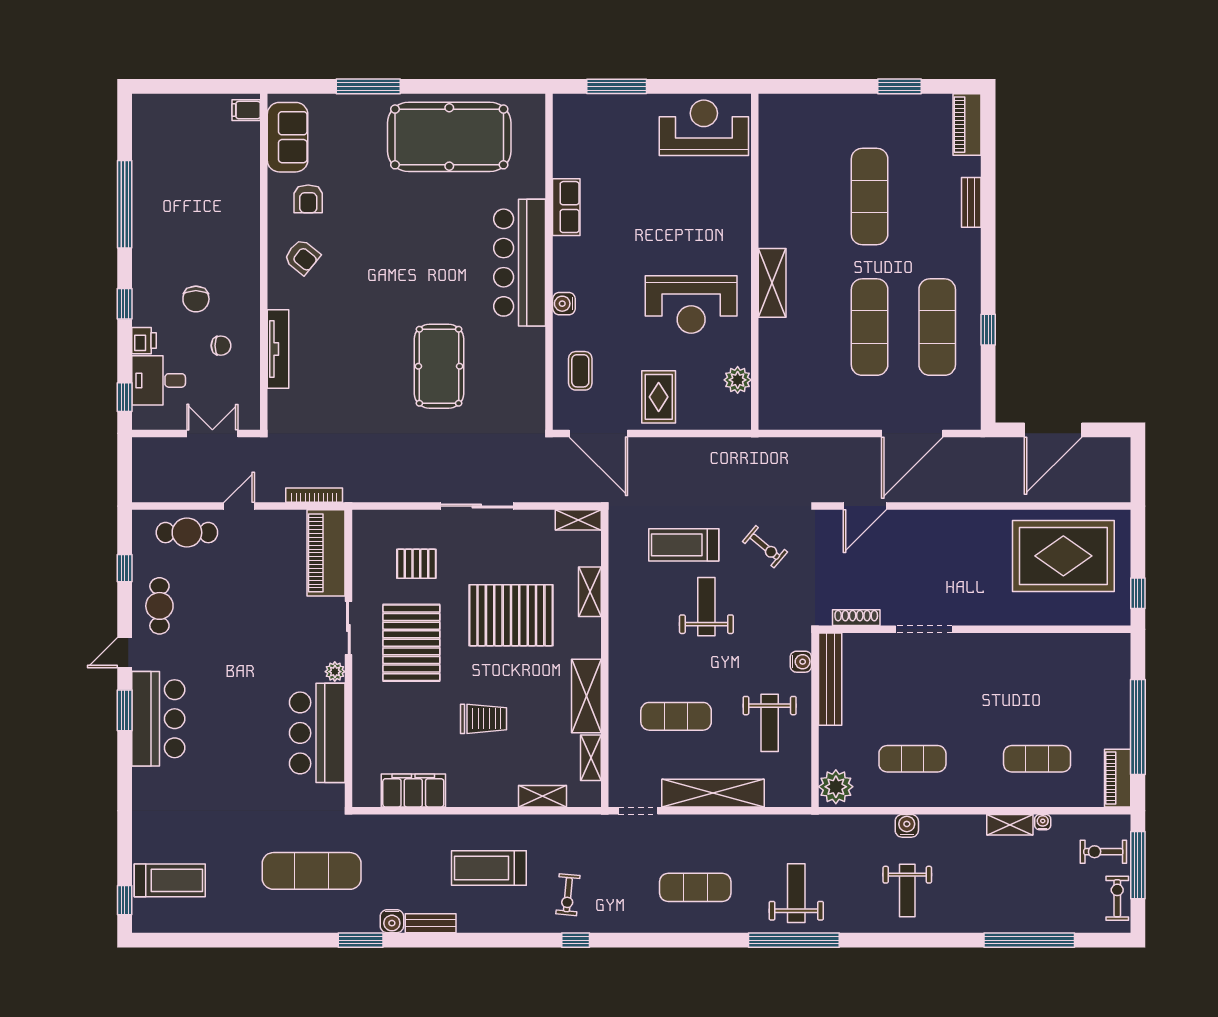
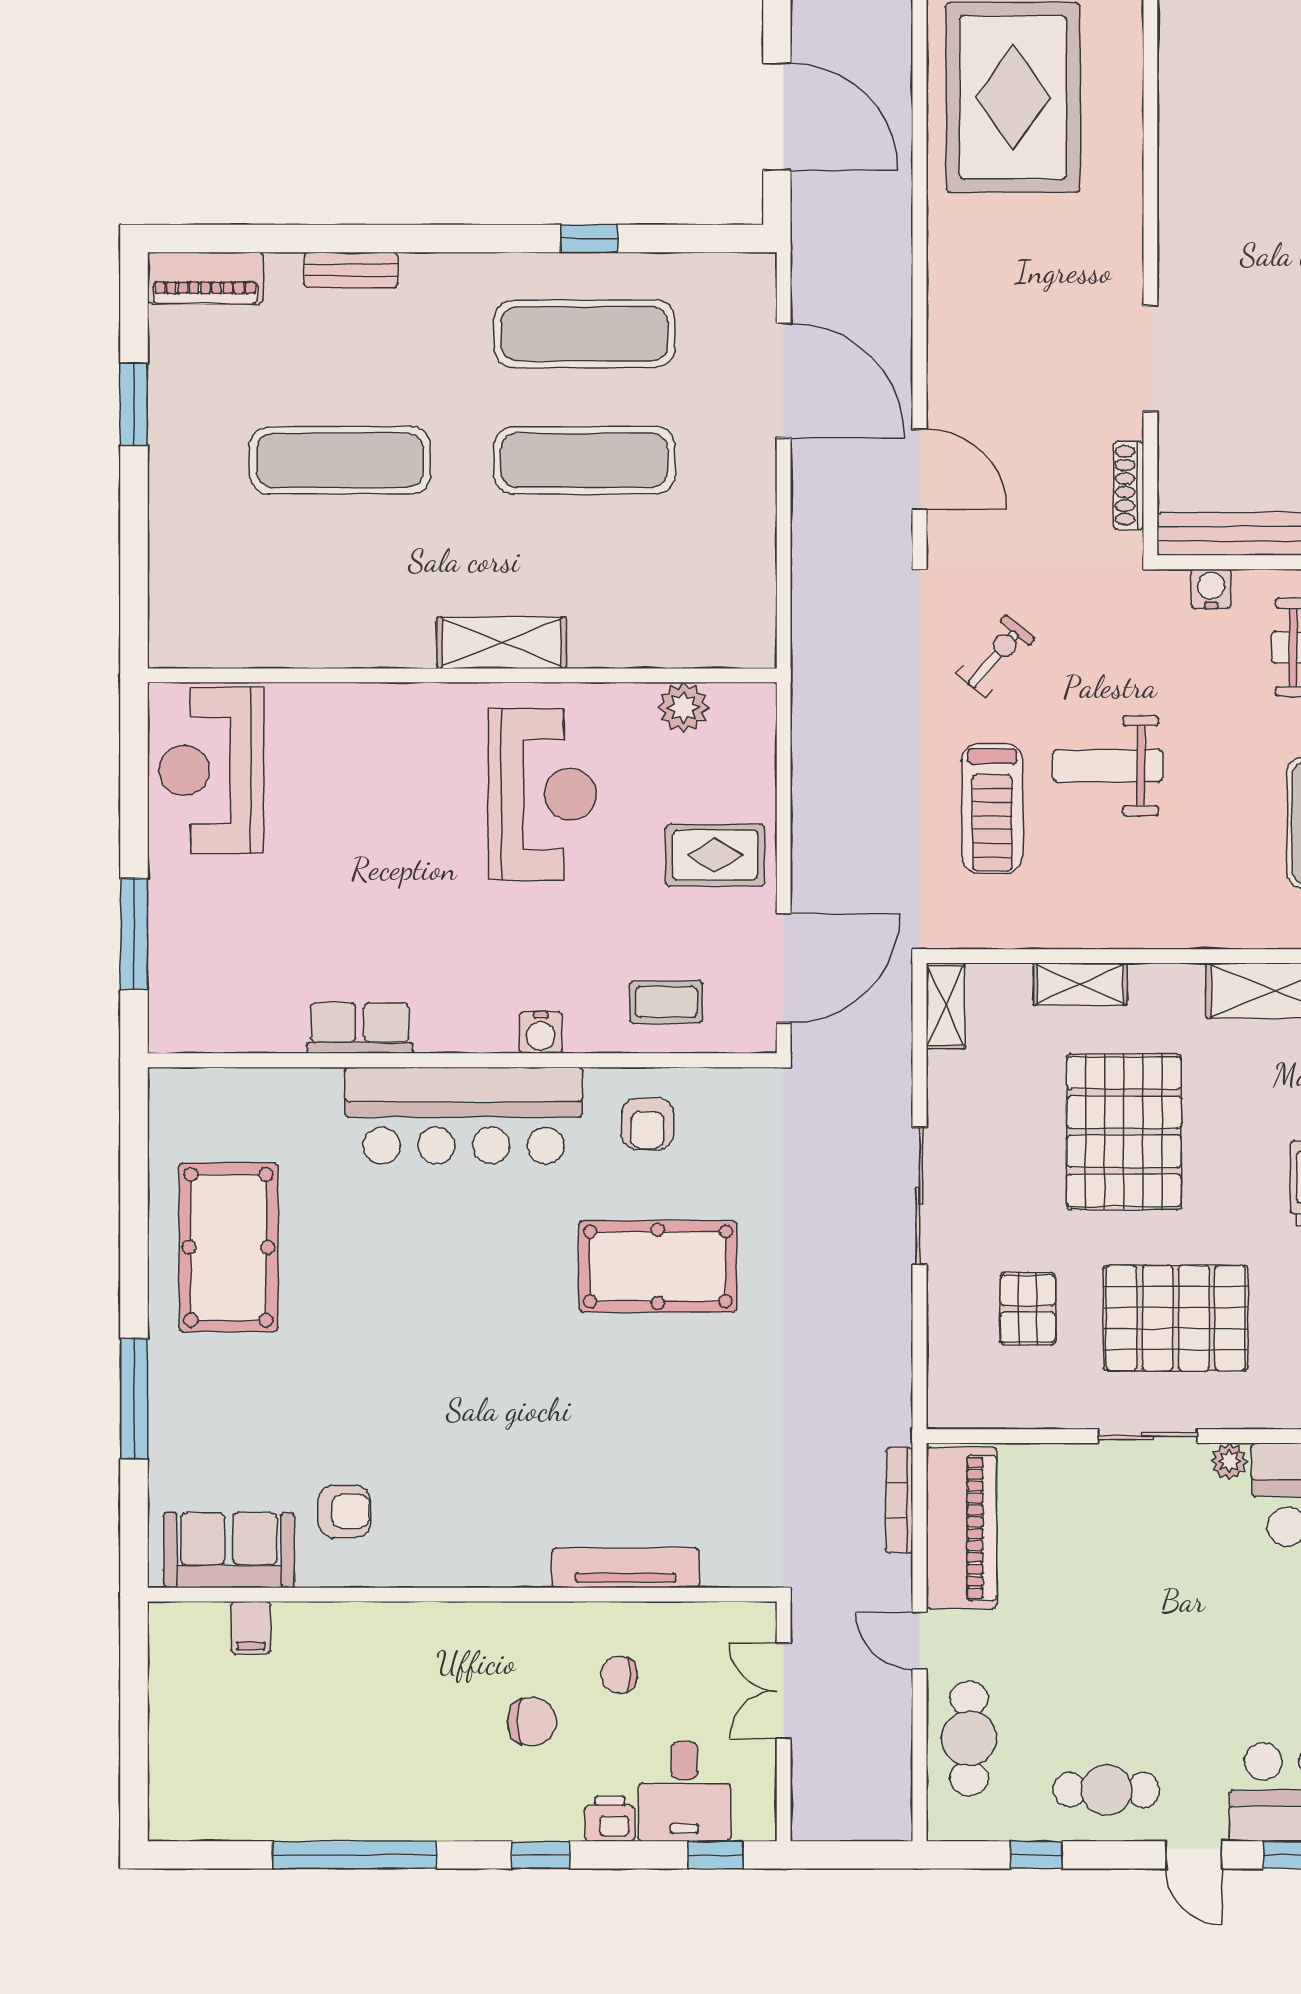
filing cabinet: (246, 110) -> (251, 1628), moved
pool table: (449, 137) -> (228, 1247), width x0.73, depth x0.76
armchair: (302, 257) -> (647, 1124), moved, turned 141
chair: (221, 346) -> (619, 1675), turned -90
piano: (326, 553) -> (961, 1528), moved, turned -90

